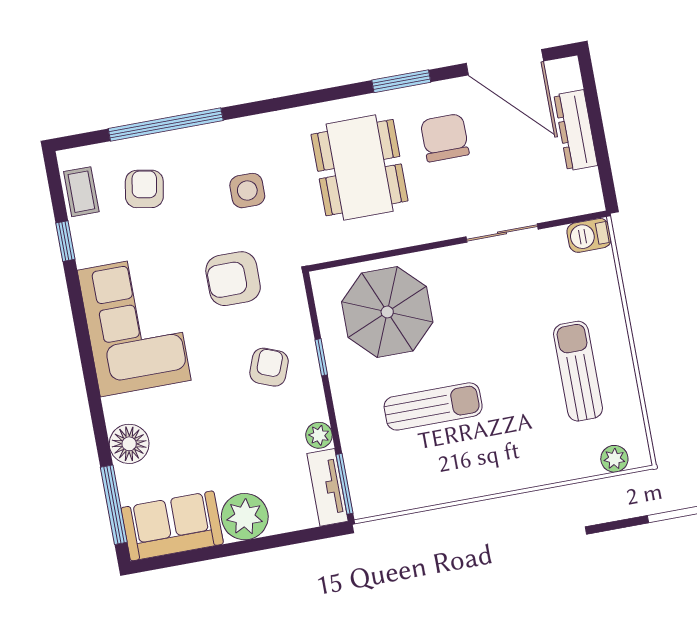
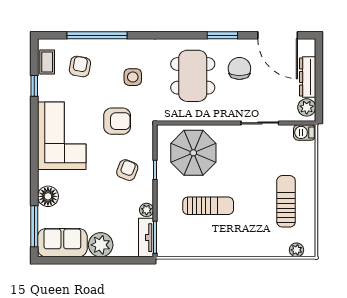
plant: (584, 188) -> (307, 107), added
armchair: (233, 279) -> (117, 121), turned 180

